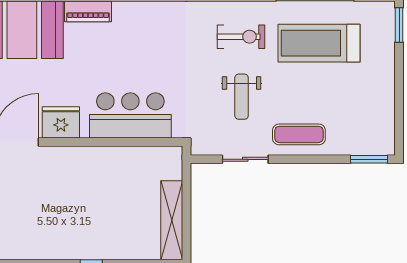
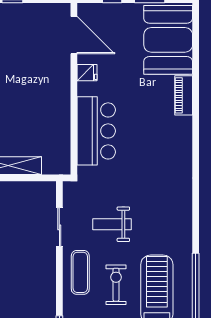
exercise bike: (241, 37) -> (116, 285), moved, turned 180
fridge: (61, 122) -> (87, 73), width x0.53, depth x0.75

